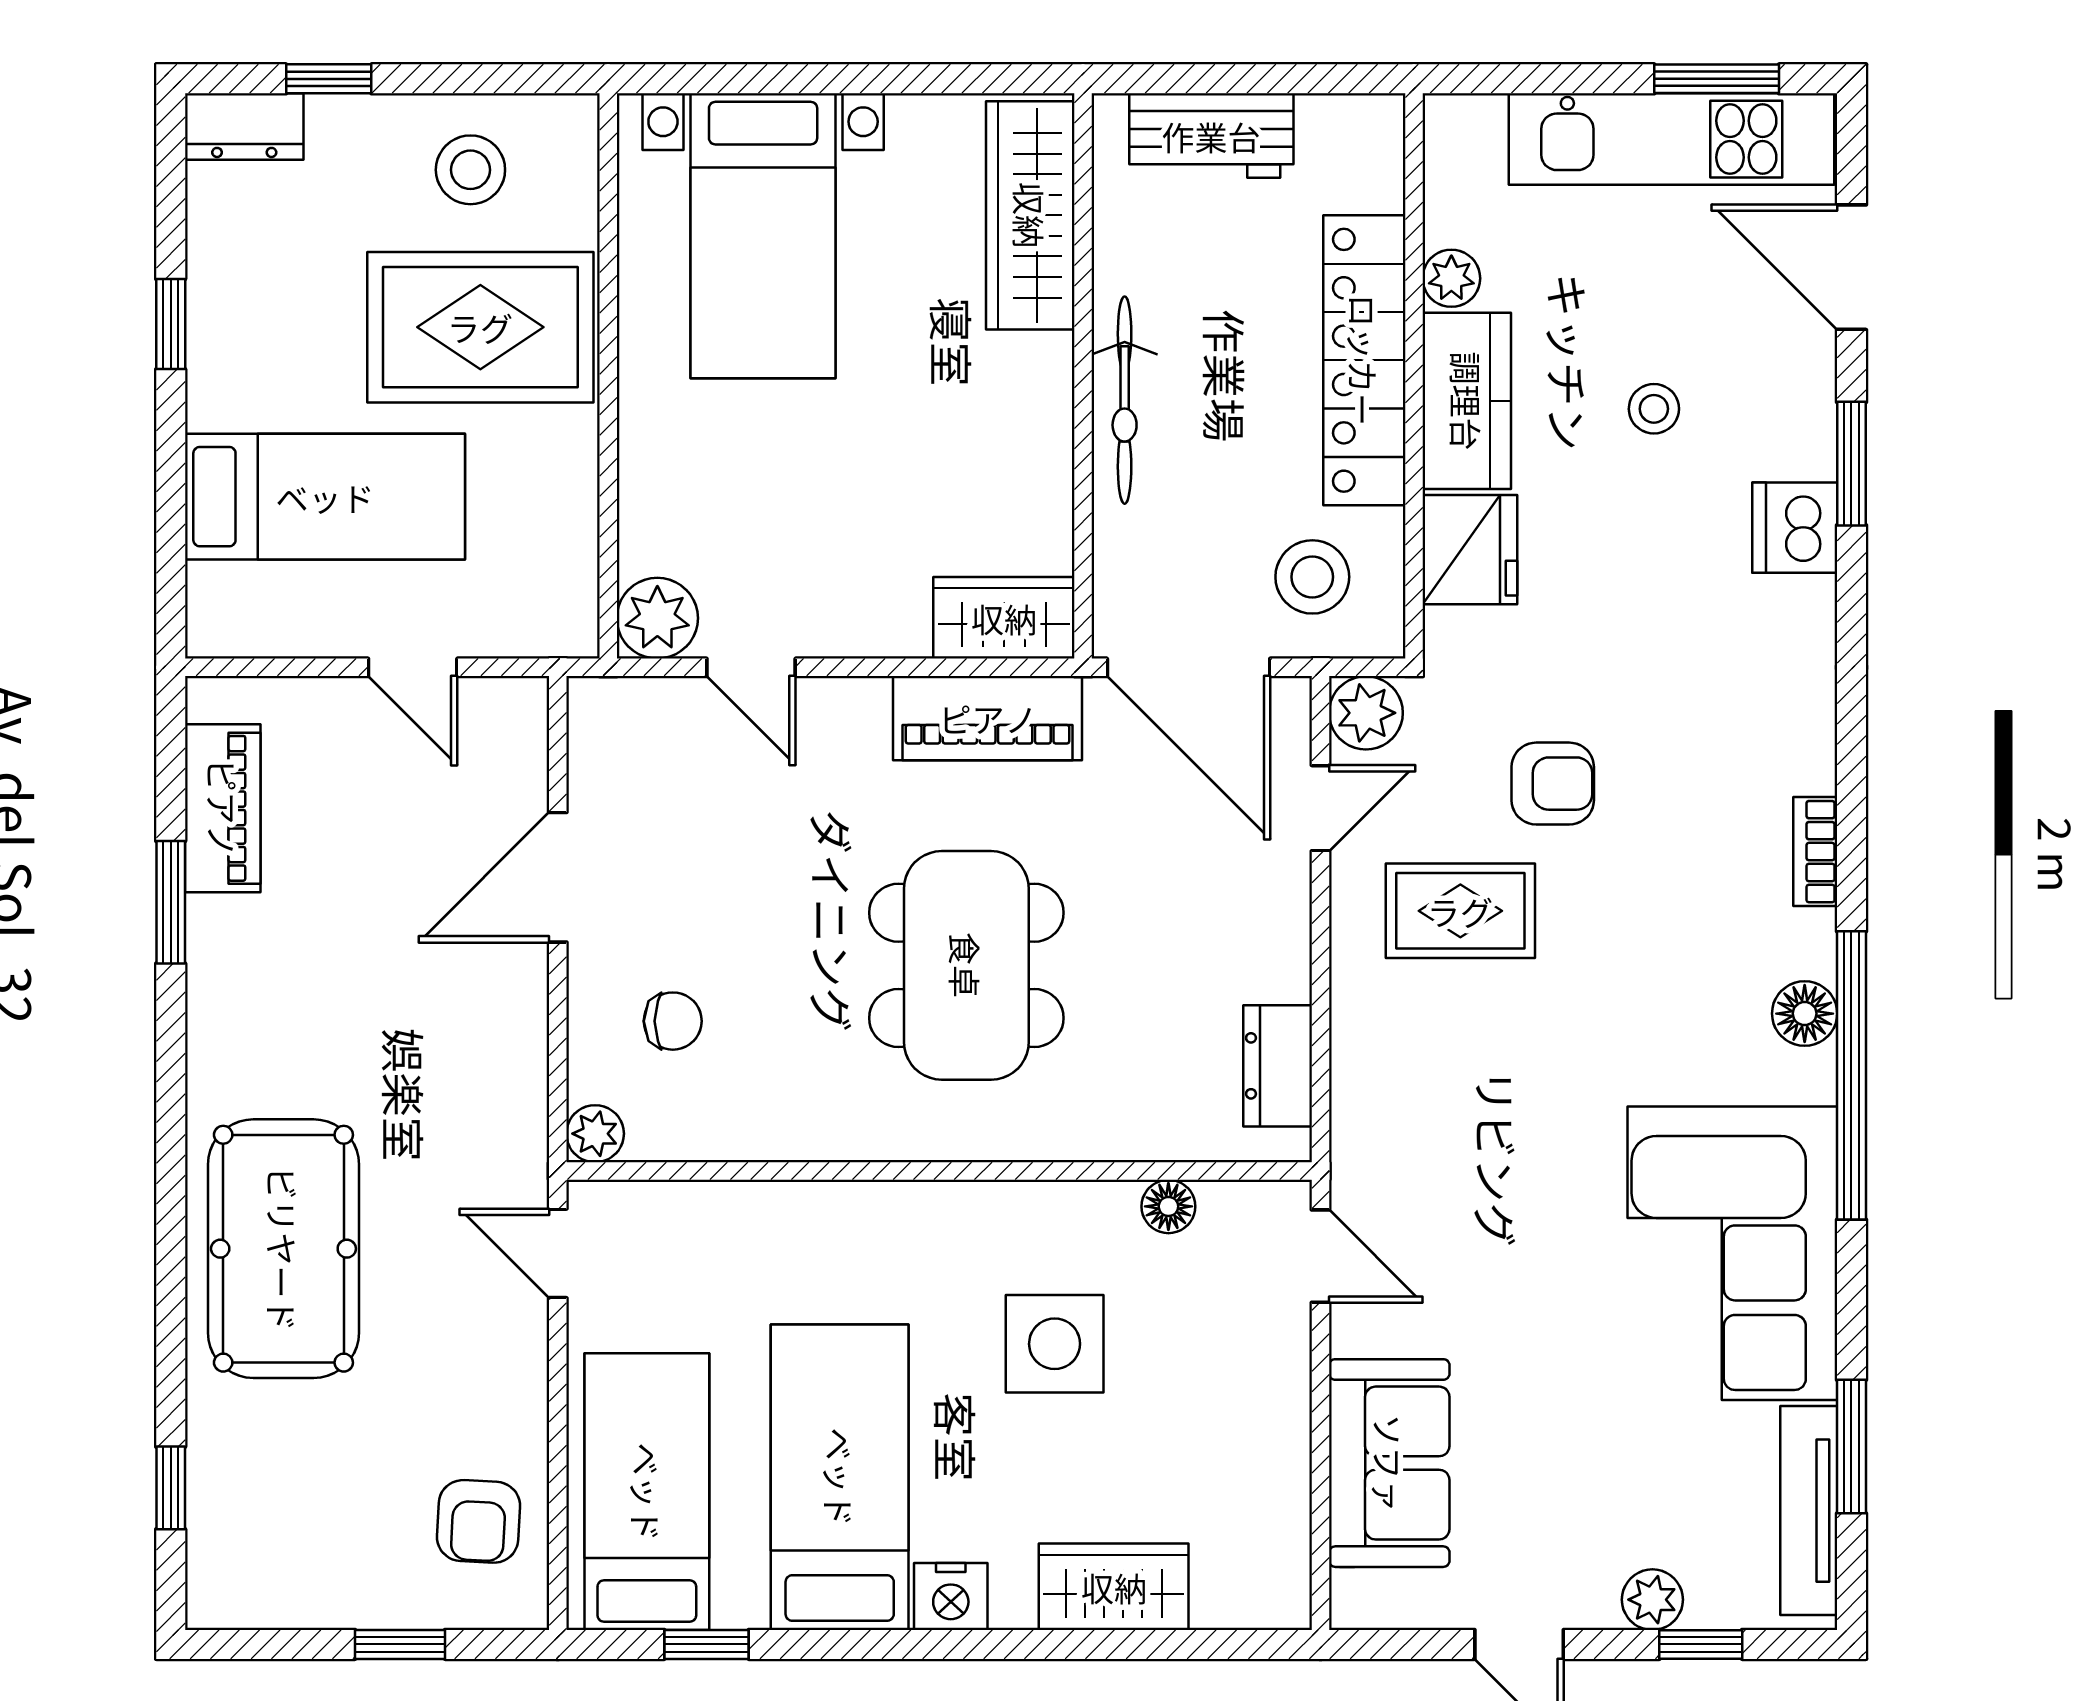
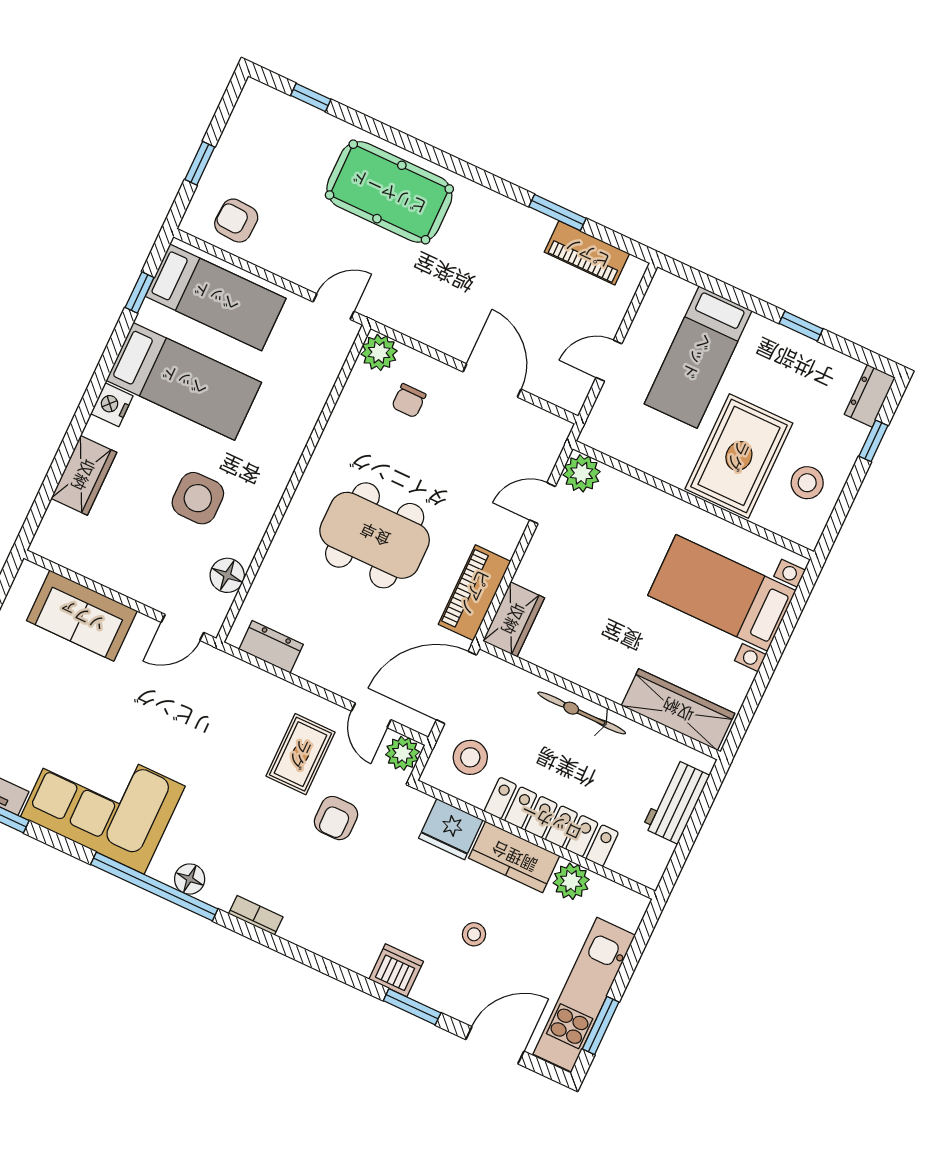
plant: (1451, 278) -> (571, 881), width x1.38, depth x1.38
plant: (595, 1134) -> (379, 352), width x1.38, depth x1.38
floor lamp: (1168, 1206) -> (227, 575), width x1.37, depth x1.37

